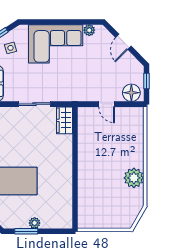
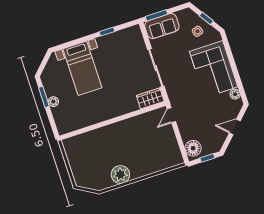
sliding door: (35, 104) -> (156, 68), width x1.37
door: (107, 104) -> (171, 115), moved

